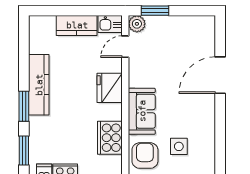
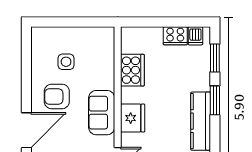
sofa: (142, 111) -> (102, 113), moved
armchair: (145, 156) -> (57, 96), moved, turned 90

